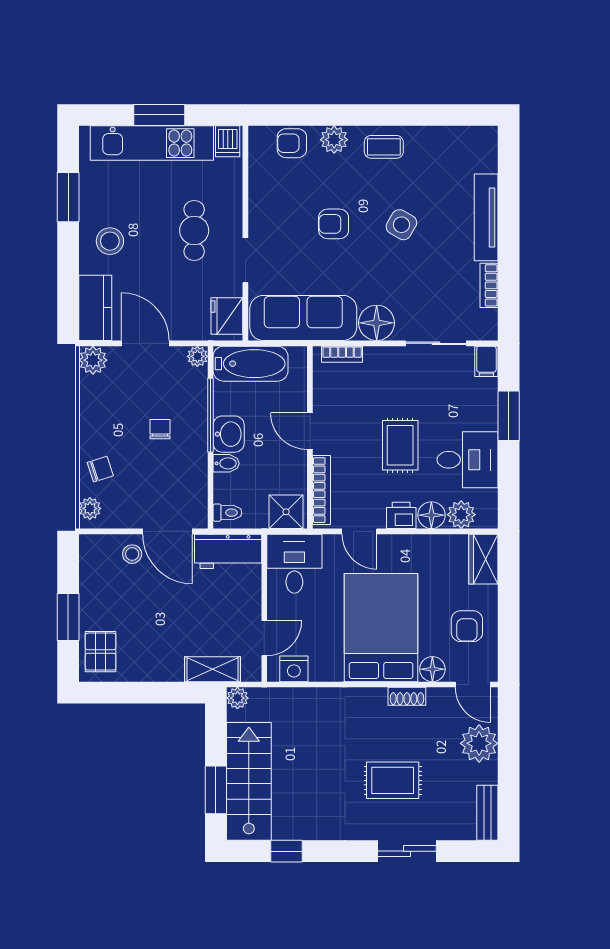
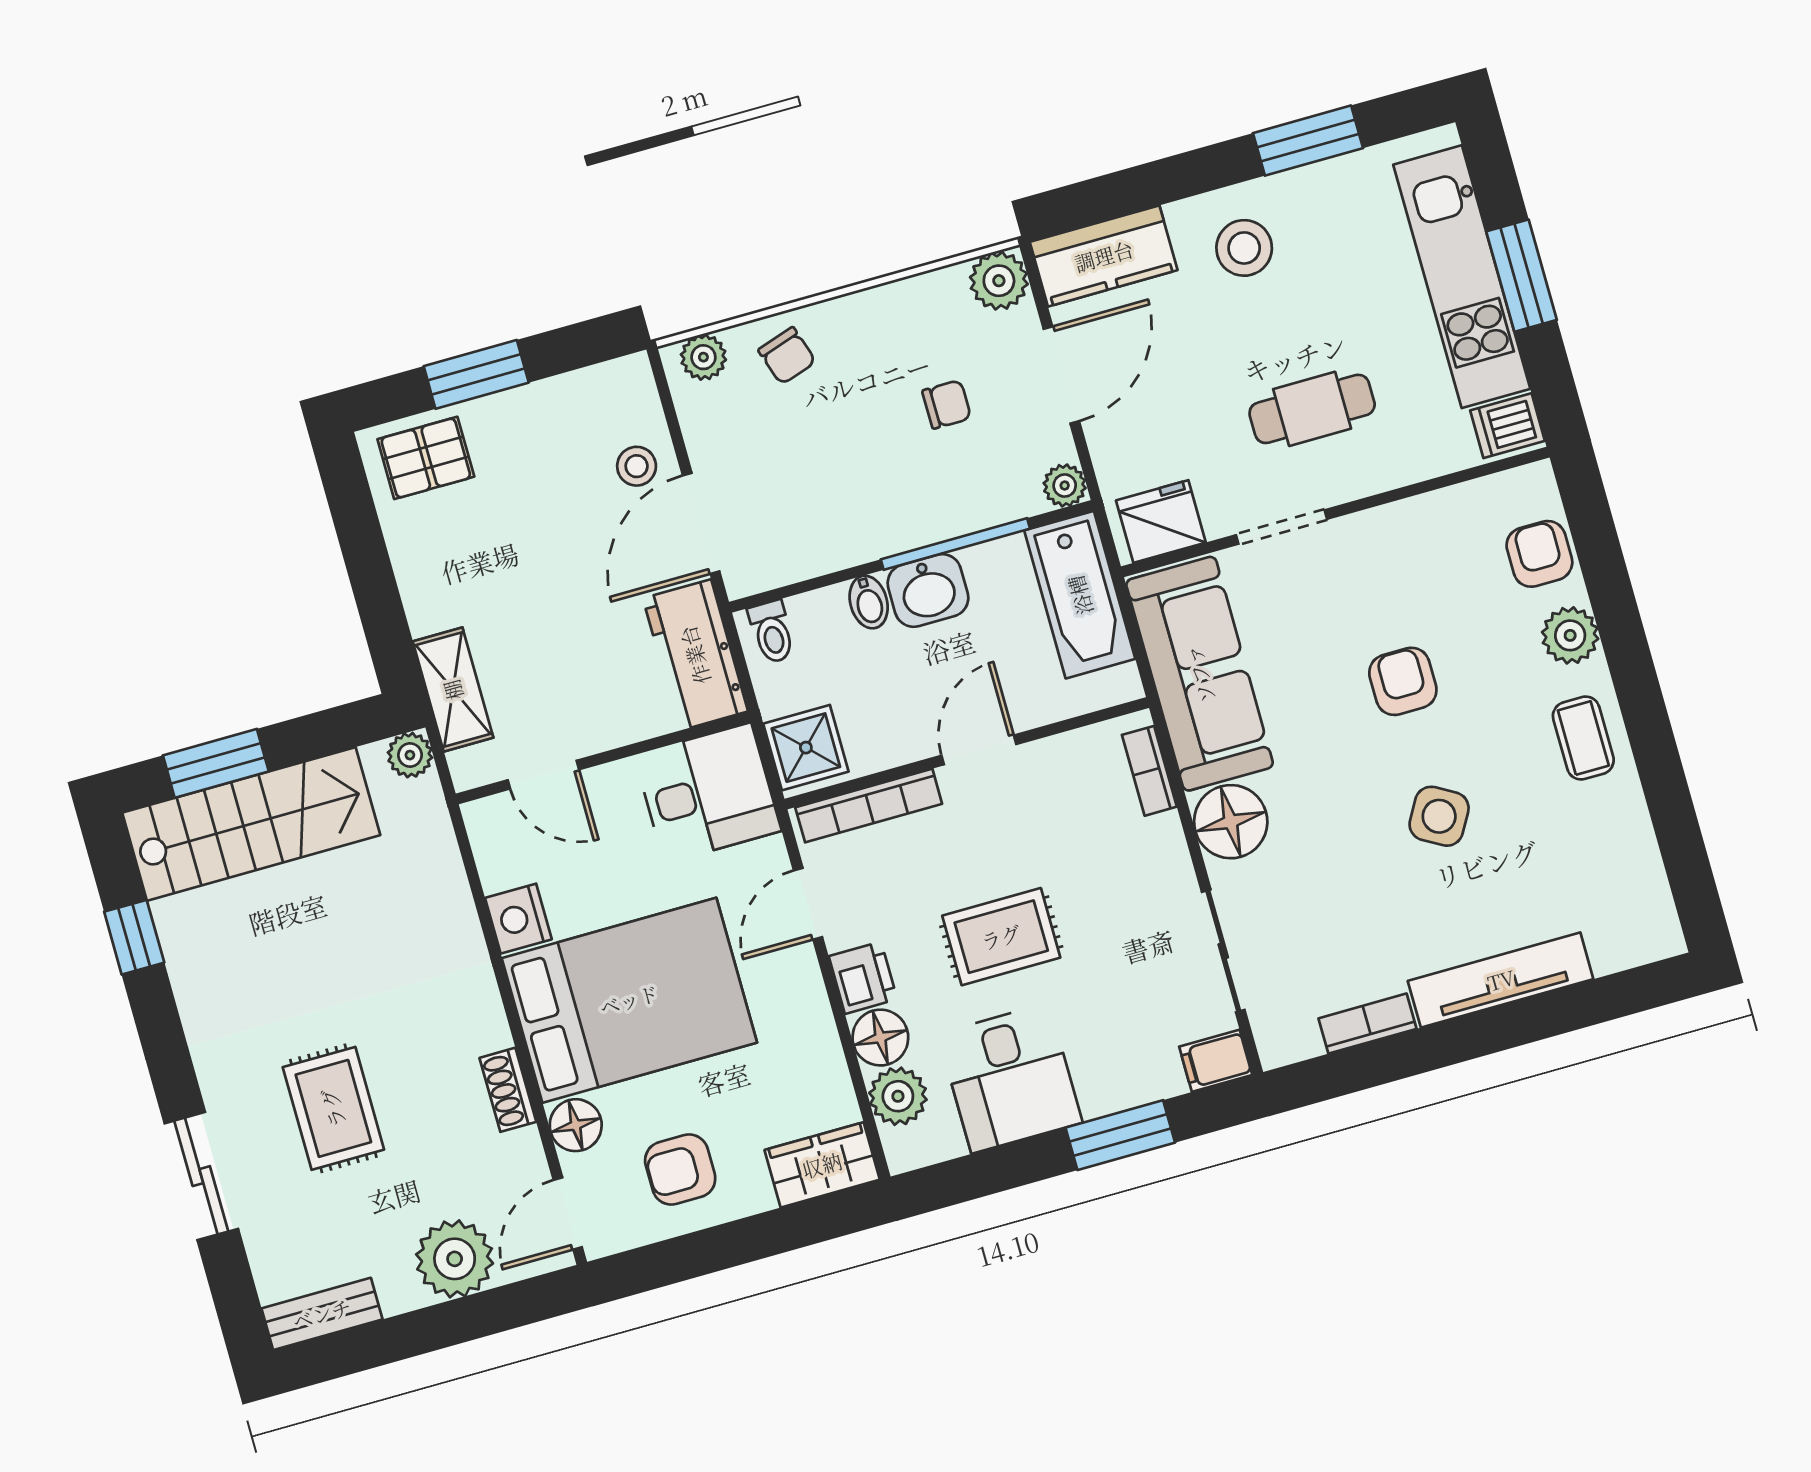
chair: (160, 429) -> (947, 404), moved
nightstand: (294, 669) -> (518, 919), moved

